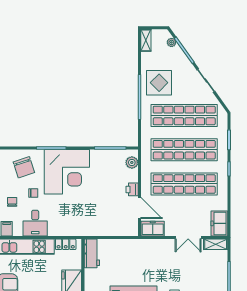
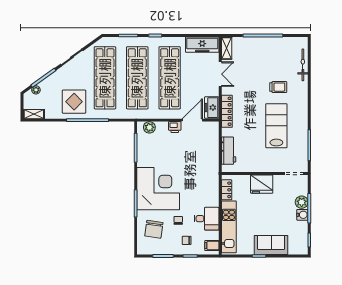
chair: (24, 167) -> (154, 229), turned 116
freezer: (219, 223) -> (202, 45), width x1.40
locker: (149, 245) -> (227, 111), added
workbench: (92, 253) -> (229, 151), moved, turned 90

